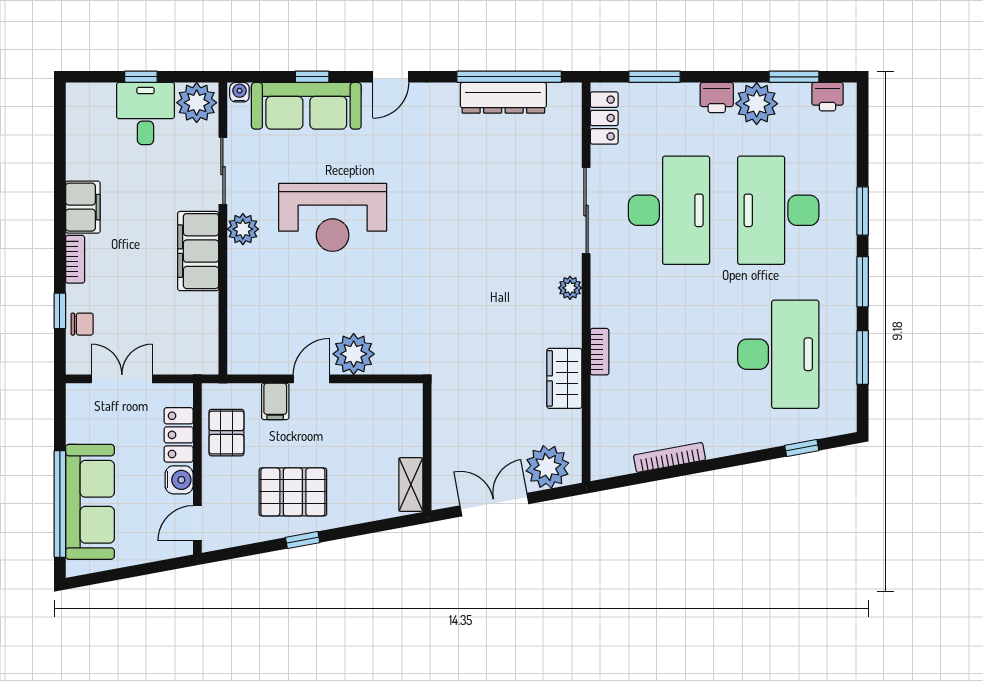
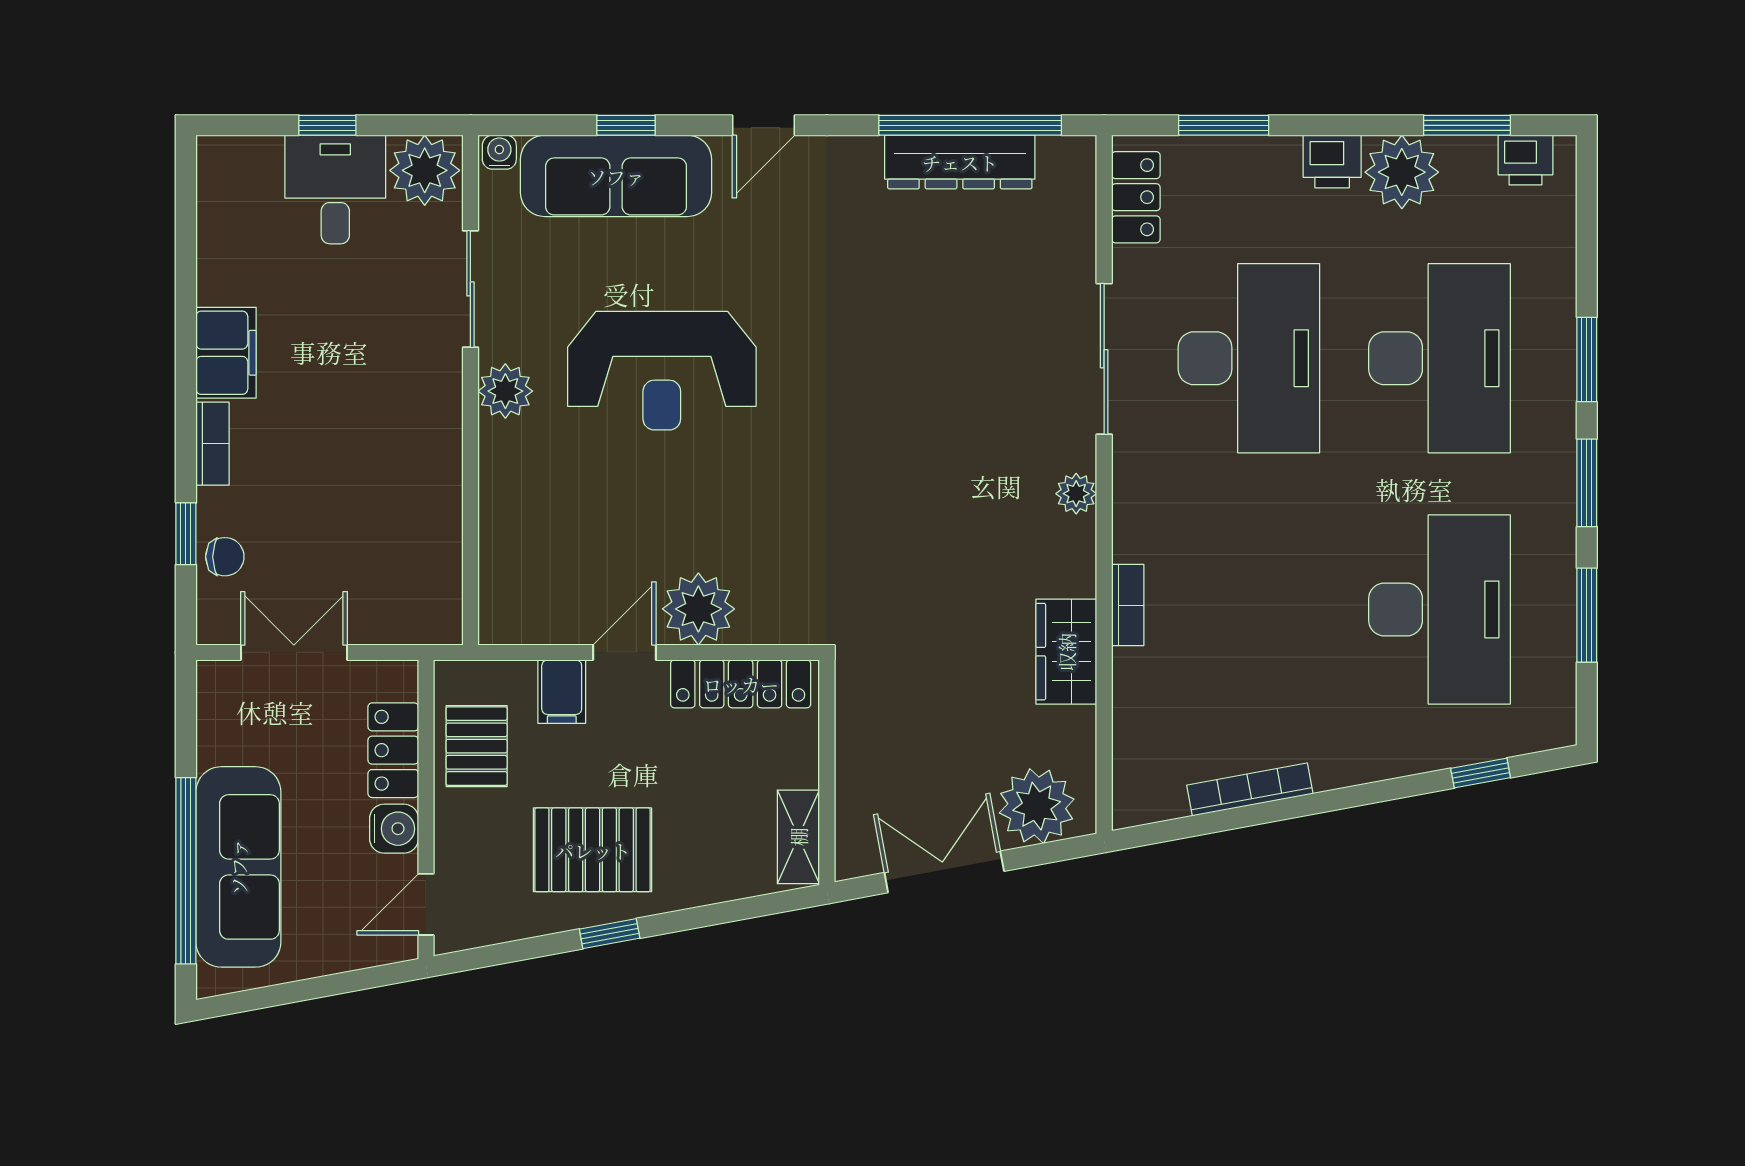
desk: (778, 210) -> (1439, 358), turned 180
filing cabinet: (198, 251) -> (427, 429), removed
locker: (378, 397) -> (741, 684), added

